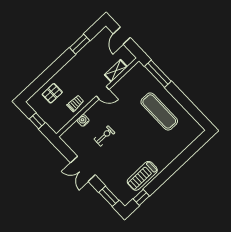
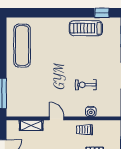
exercise mat: (159, 111) -> (22, 46), moved
treadmill: (142, 176) -> (86, 28), turned 180

